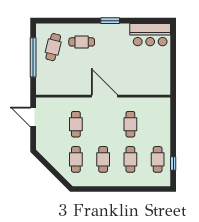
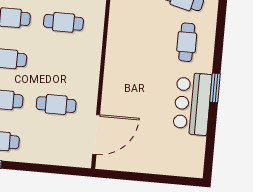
bar counter: (150, 35) -> (192, 104), moved
door: (104, 96) -> (96, 135), moved

